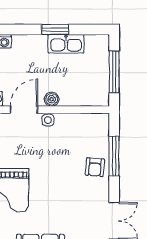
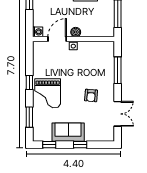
armchair: (95, 167) -> (91, 95), moved

